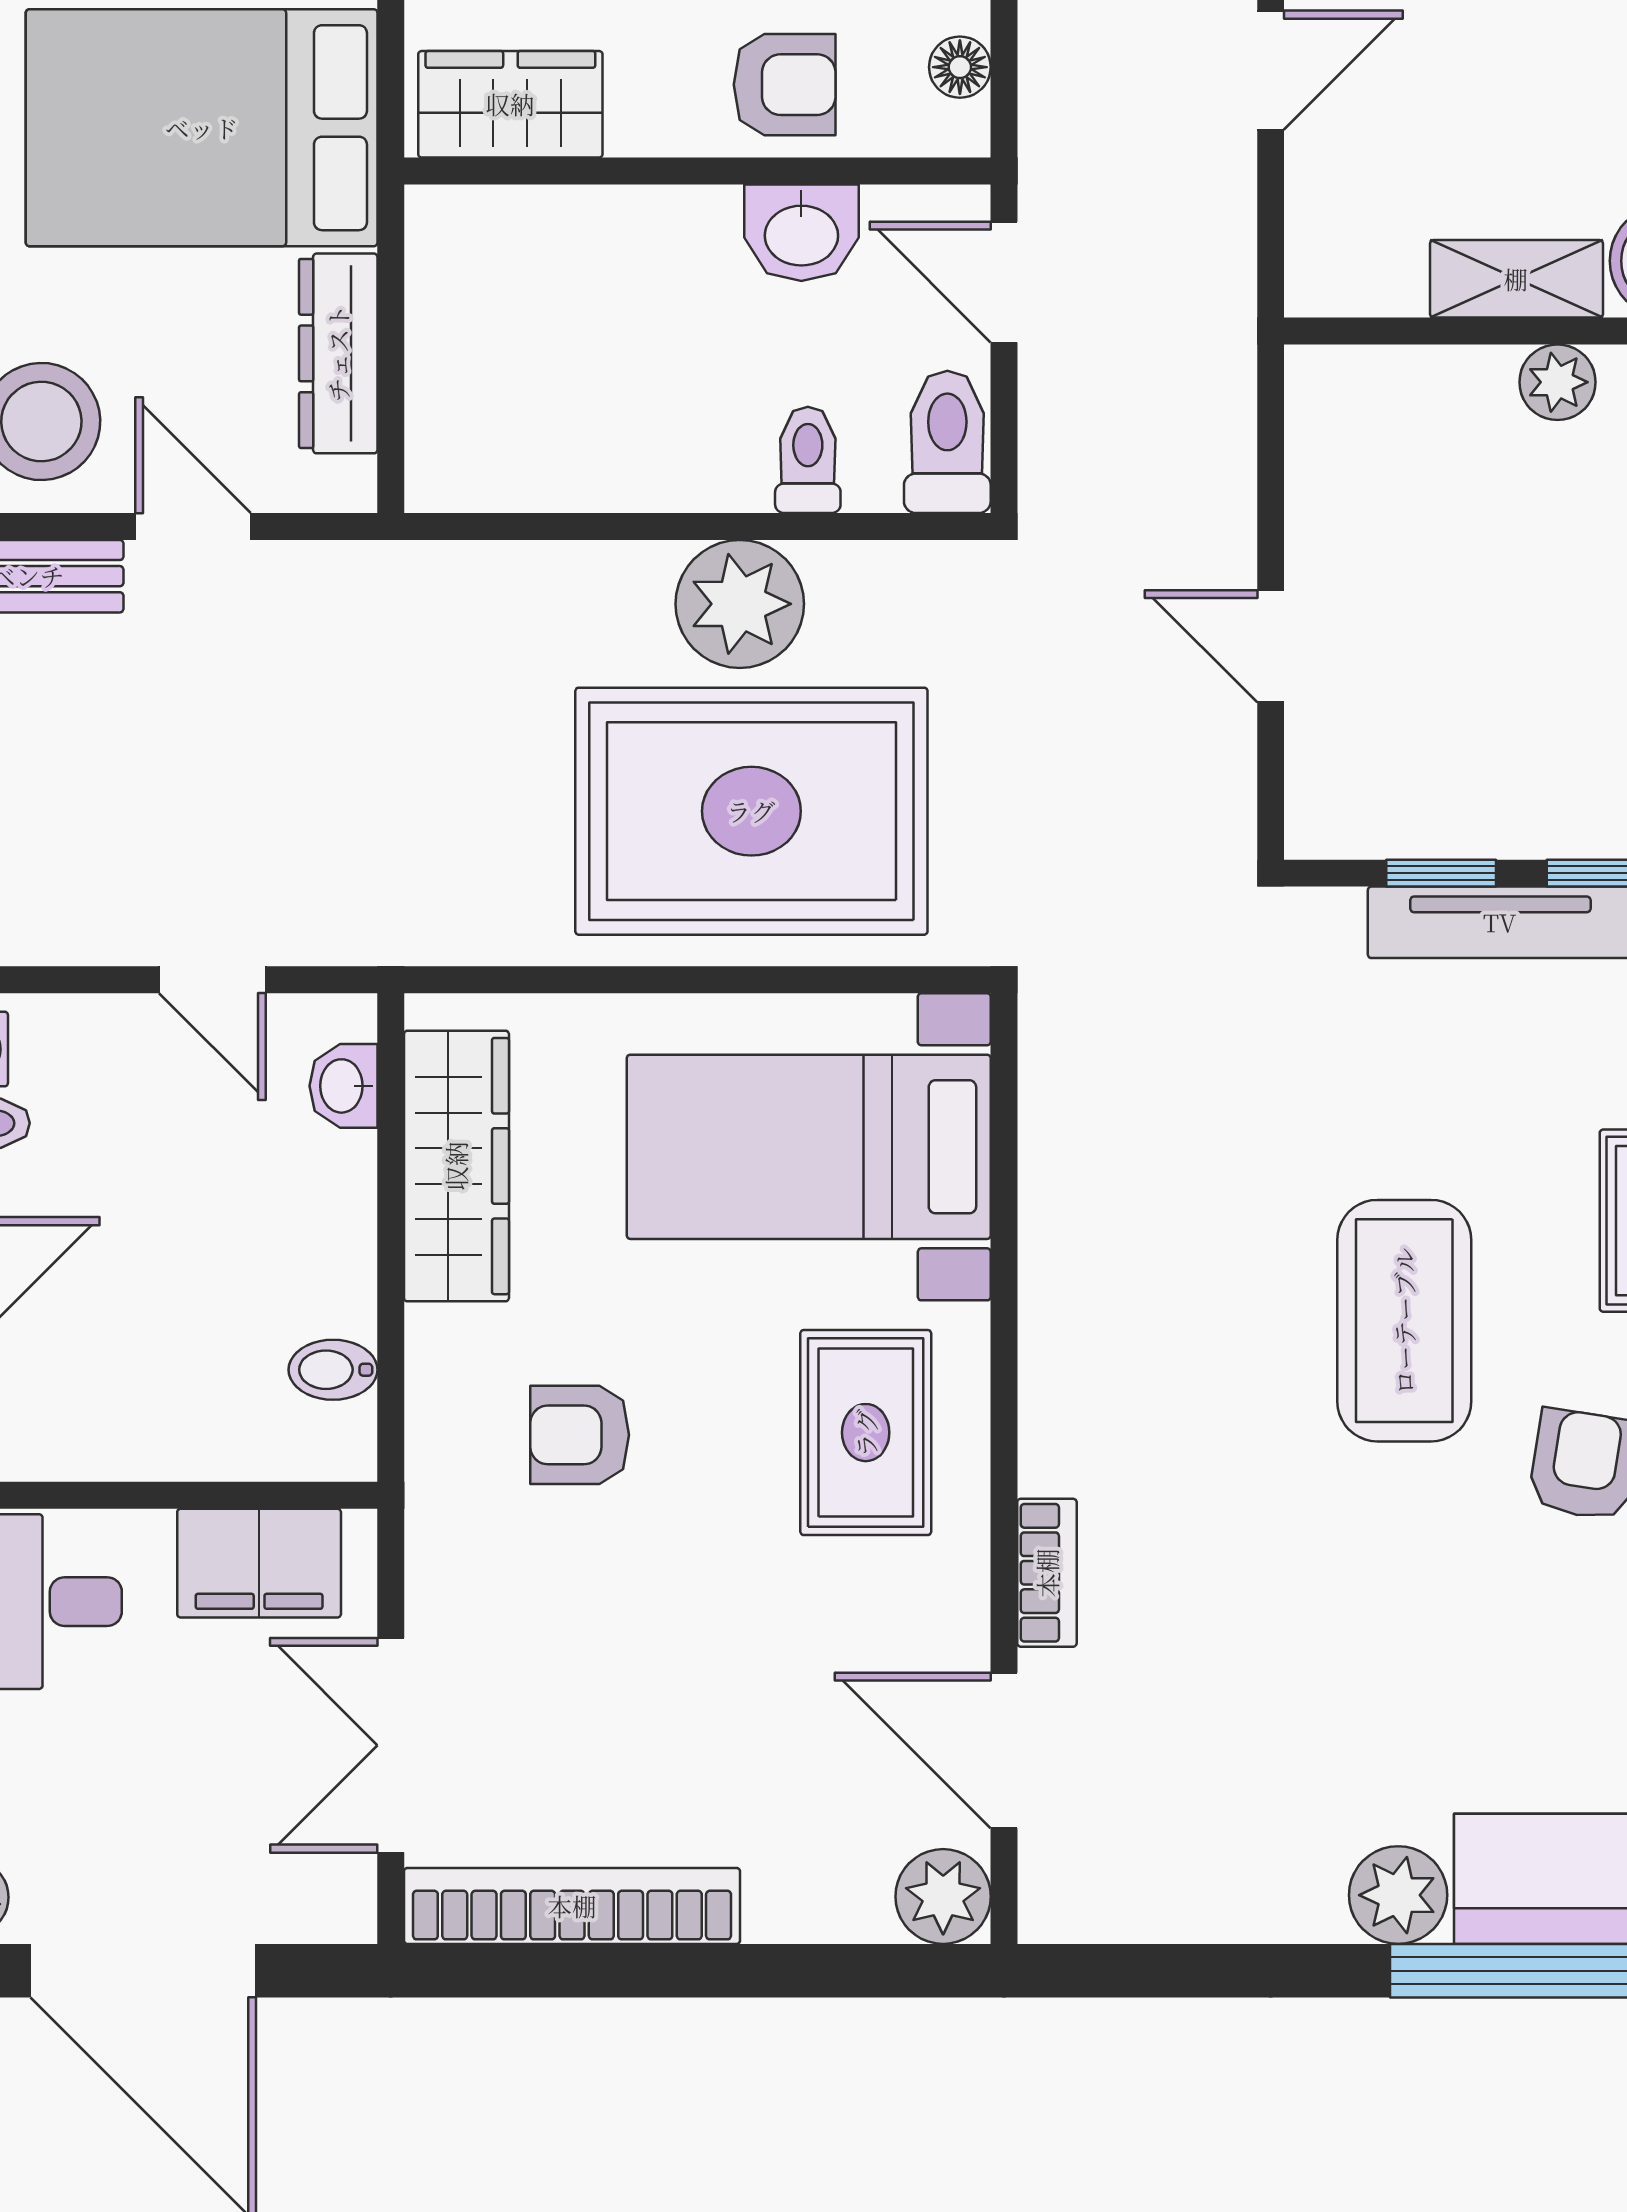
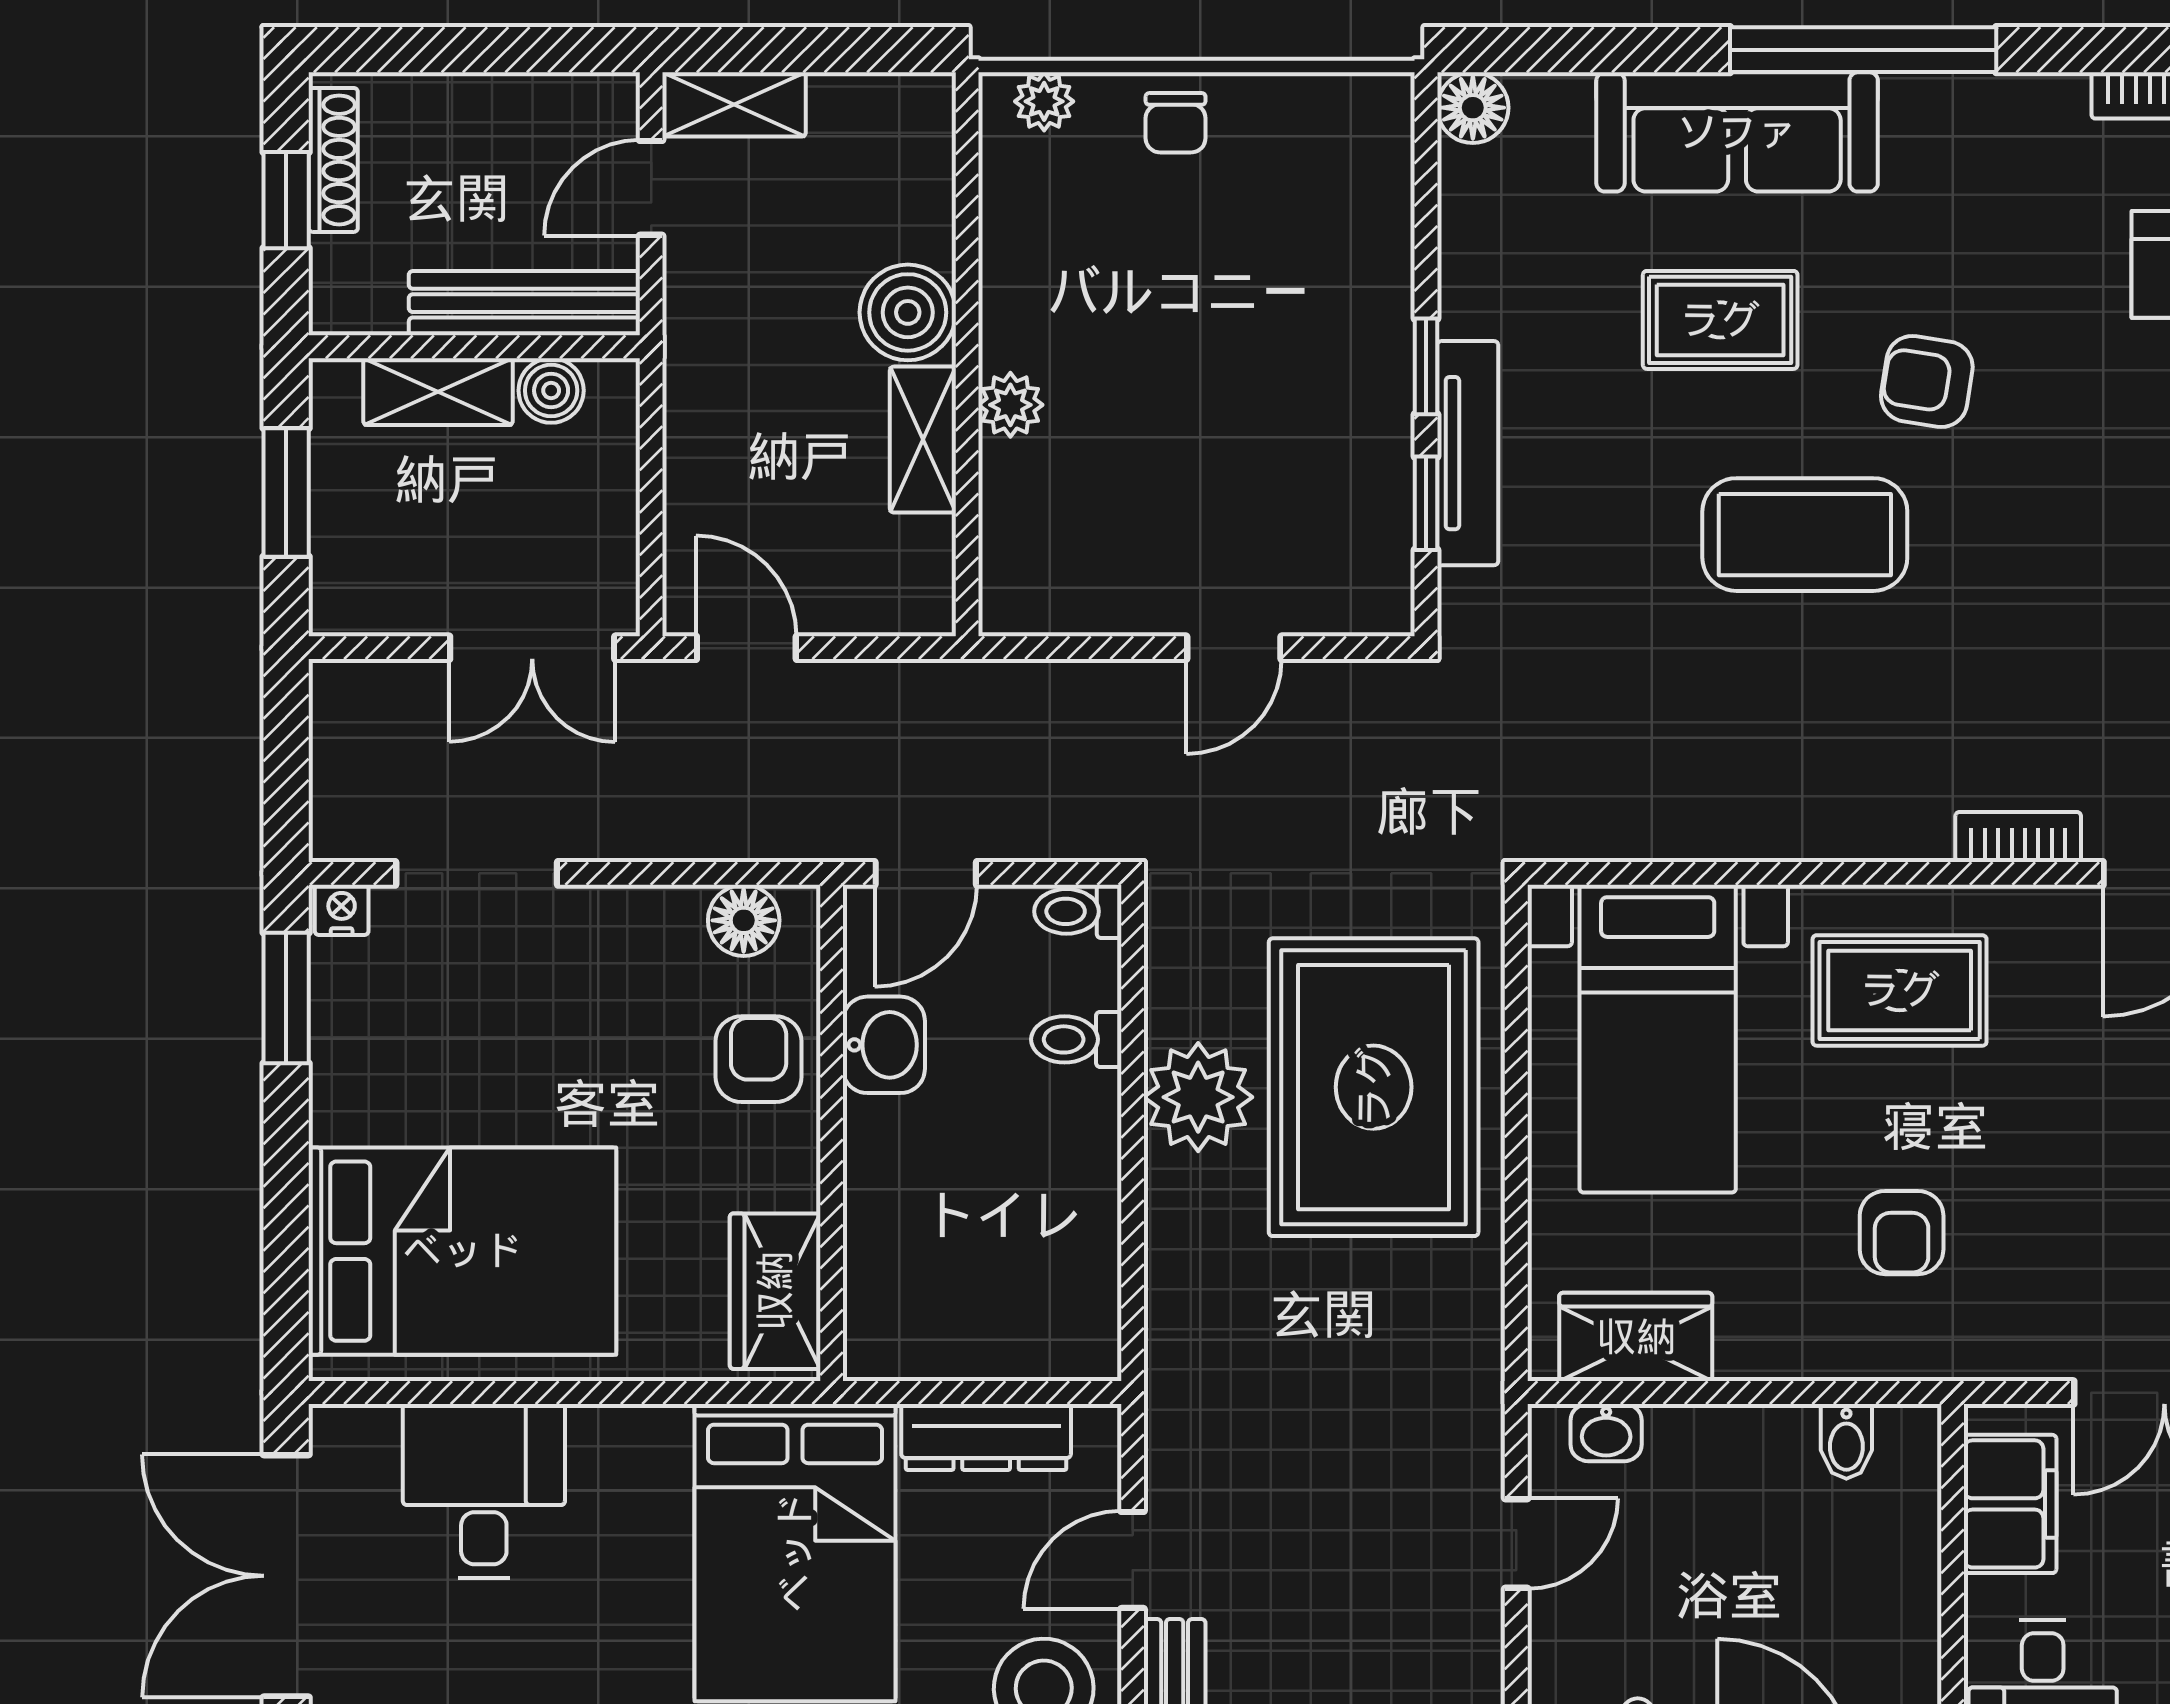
floor lamp: (960, 67) -> (744, 920), width x1.37, depth x1.37
toilet: (947, 442) -> (1078, 911), width x0.73, depth x0.72
wardrobe: (456, 1166) -> (1636, 1337), width x0.67

